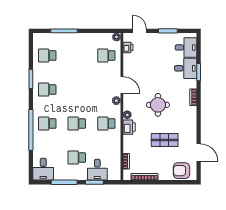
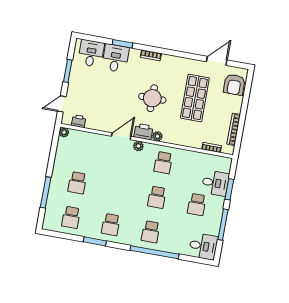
school desk: (106, 56) -> (77, 183), moved
printer: (129, 127) -> (143, 132), moved
shop shelf: (165, 140) -> (195, 98), width x1.43, depth x1.36

